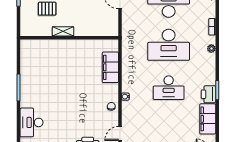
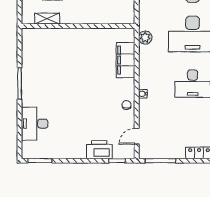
shelving: (63, 31) -> (47, 19), moved
plant: (127, 48) -> (145, 38), added

